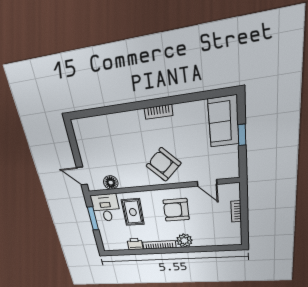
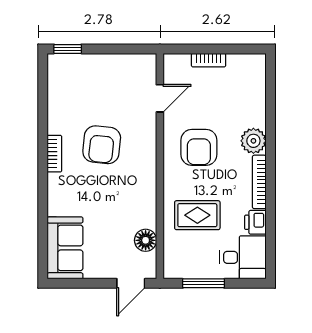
sofa: (224, 122) -> (65, 248), moved, turned -90
window: (242, 135) -> (68, 49), moved
armchair: (163, 165) -> (102, 145), moved, turned -40
desk: (106, 208) -> (243, 257), moved, turned 180

